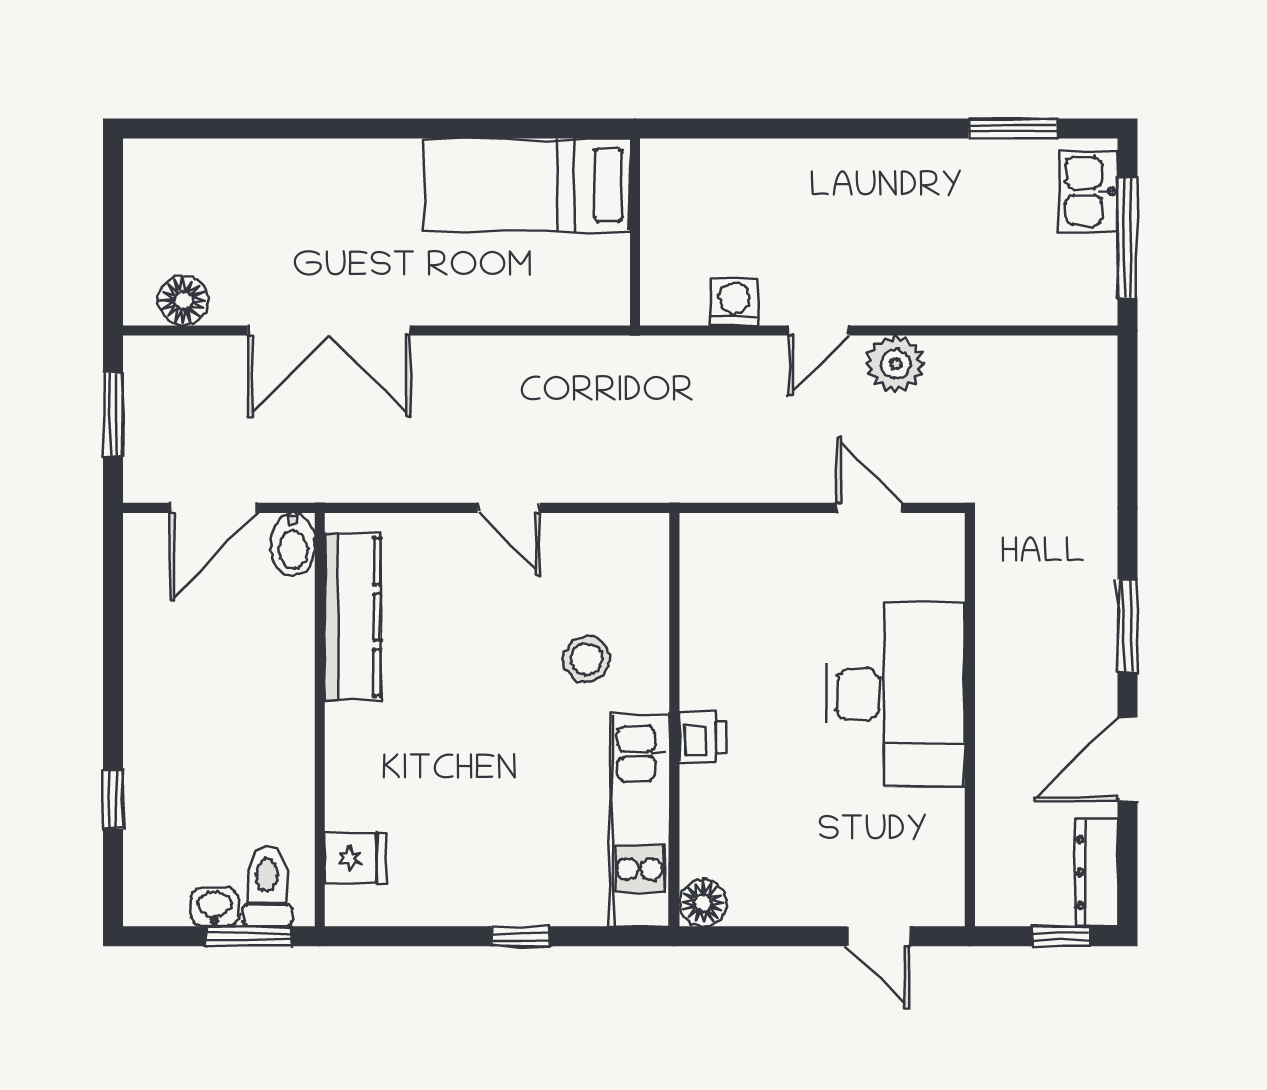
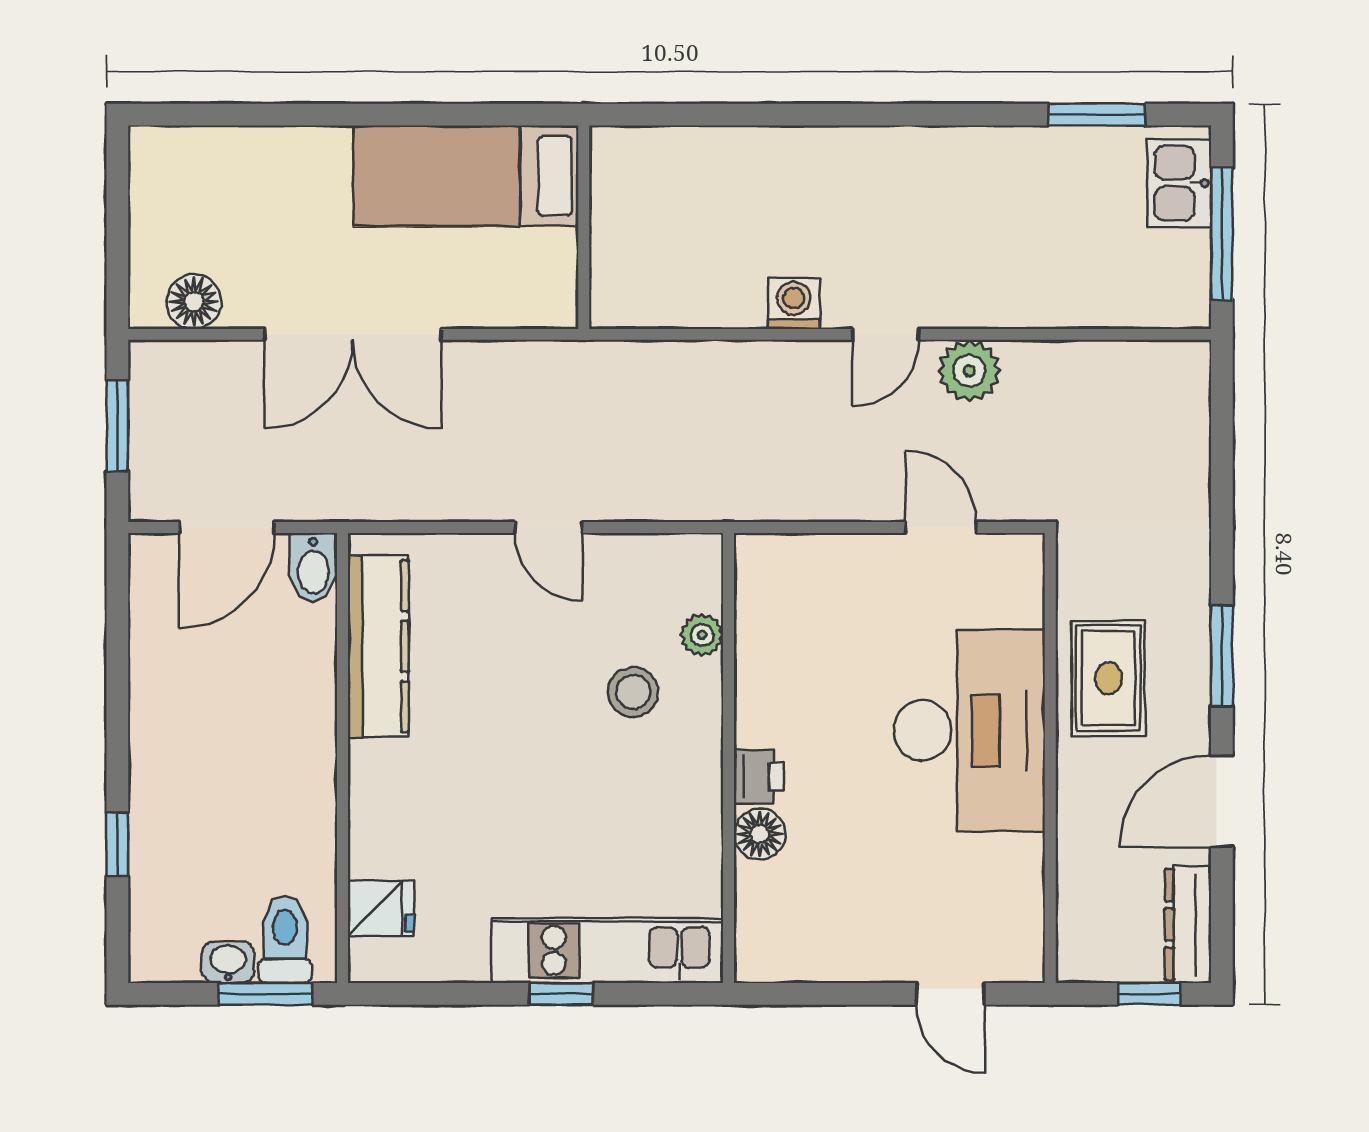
bed: (527, 185) -> (466, 176), moved
wall: (635, 232) -> (584, 227), moved
plant: (650, 607) -> (702, 635), added
rug: (1023, 646) -> (1108, 678), added
kitchen unit: (639, 820) -> (607, 950), moved, turned 90
floor lamp: (703, 903) -> (760, 834), moved

